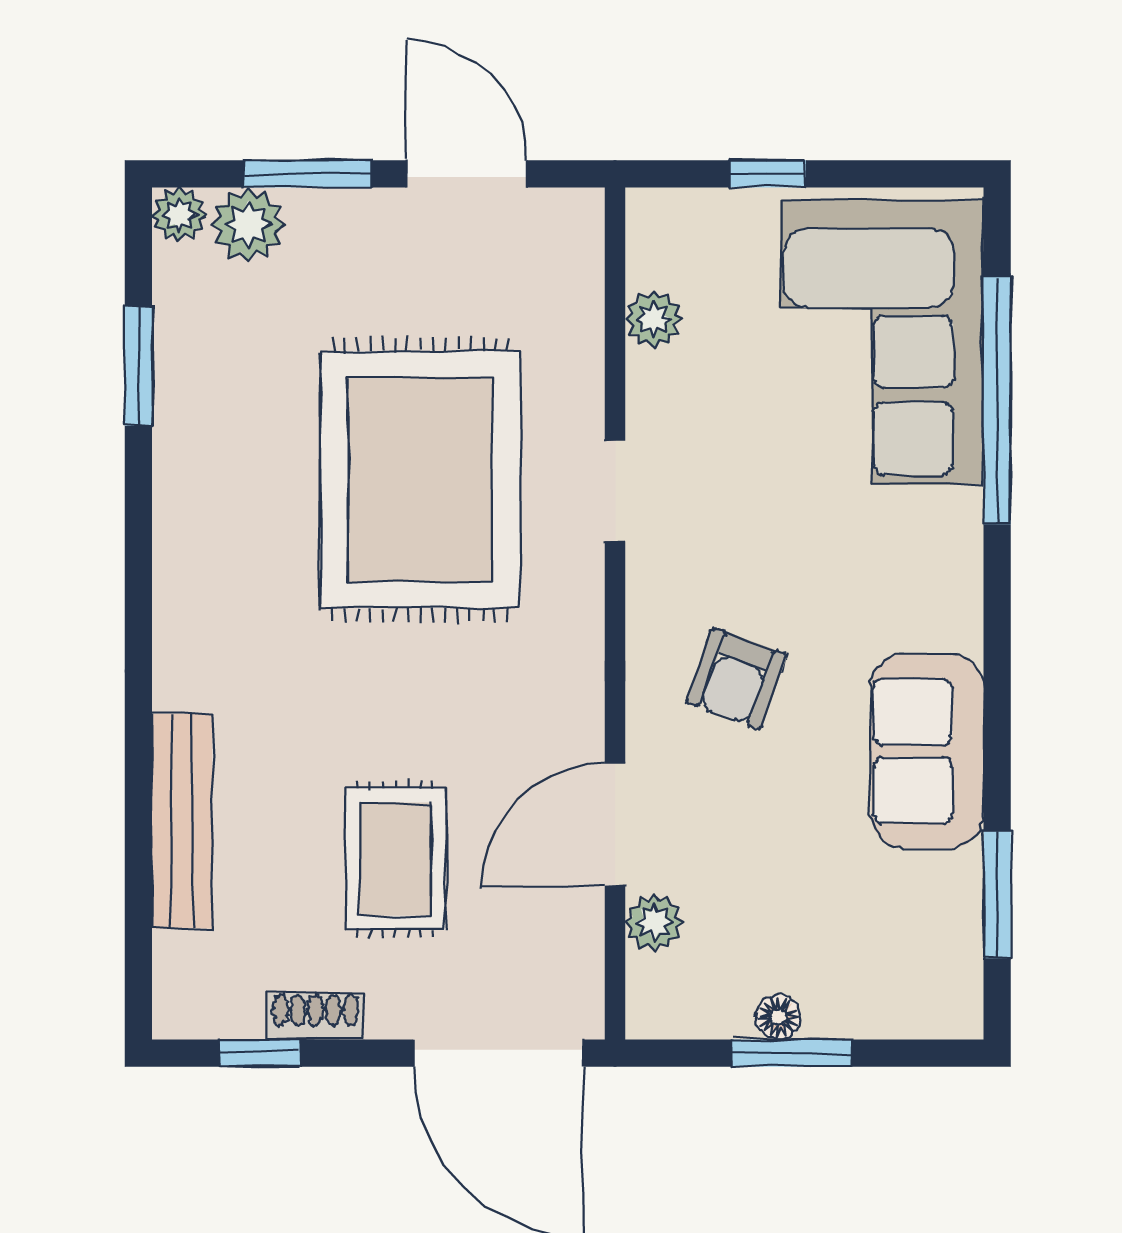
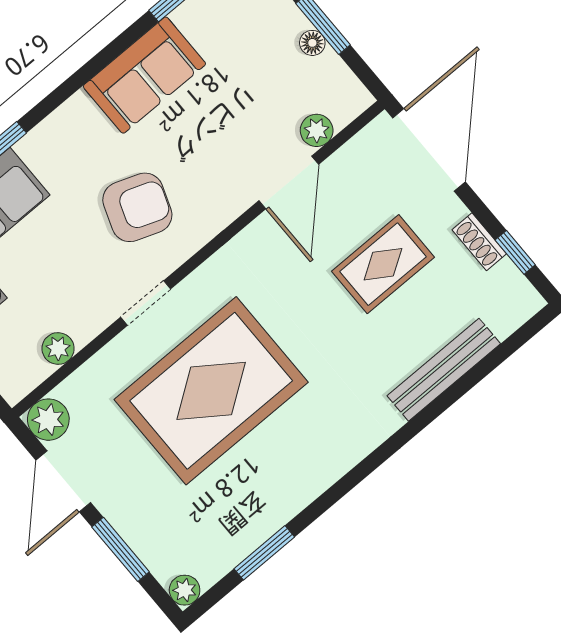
plant: (248, 224) -> (48, 420), moved
armchair: (736, 678) -> (137, 207), moved, width x1.38, depth x1.38
door: (615, 824) -> (289, 183), hinge flipped

